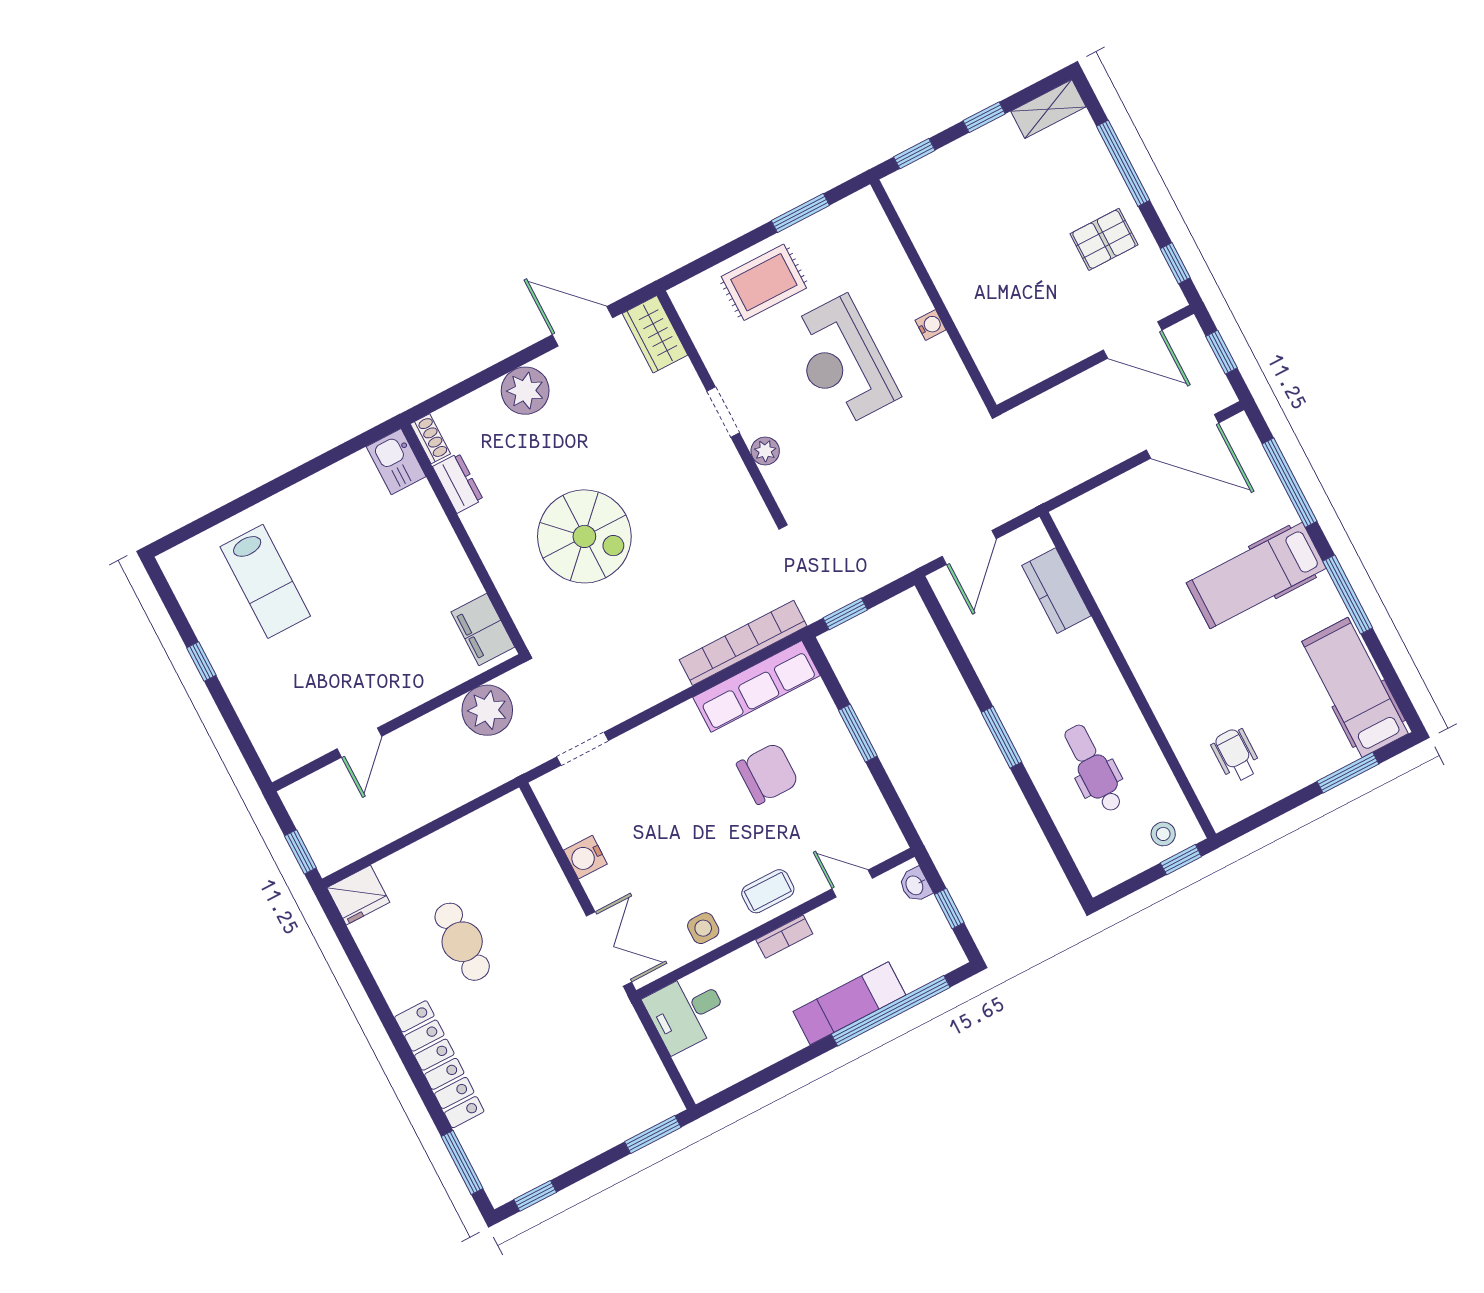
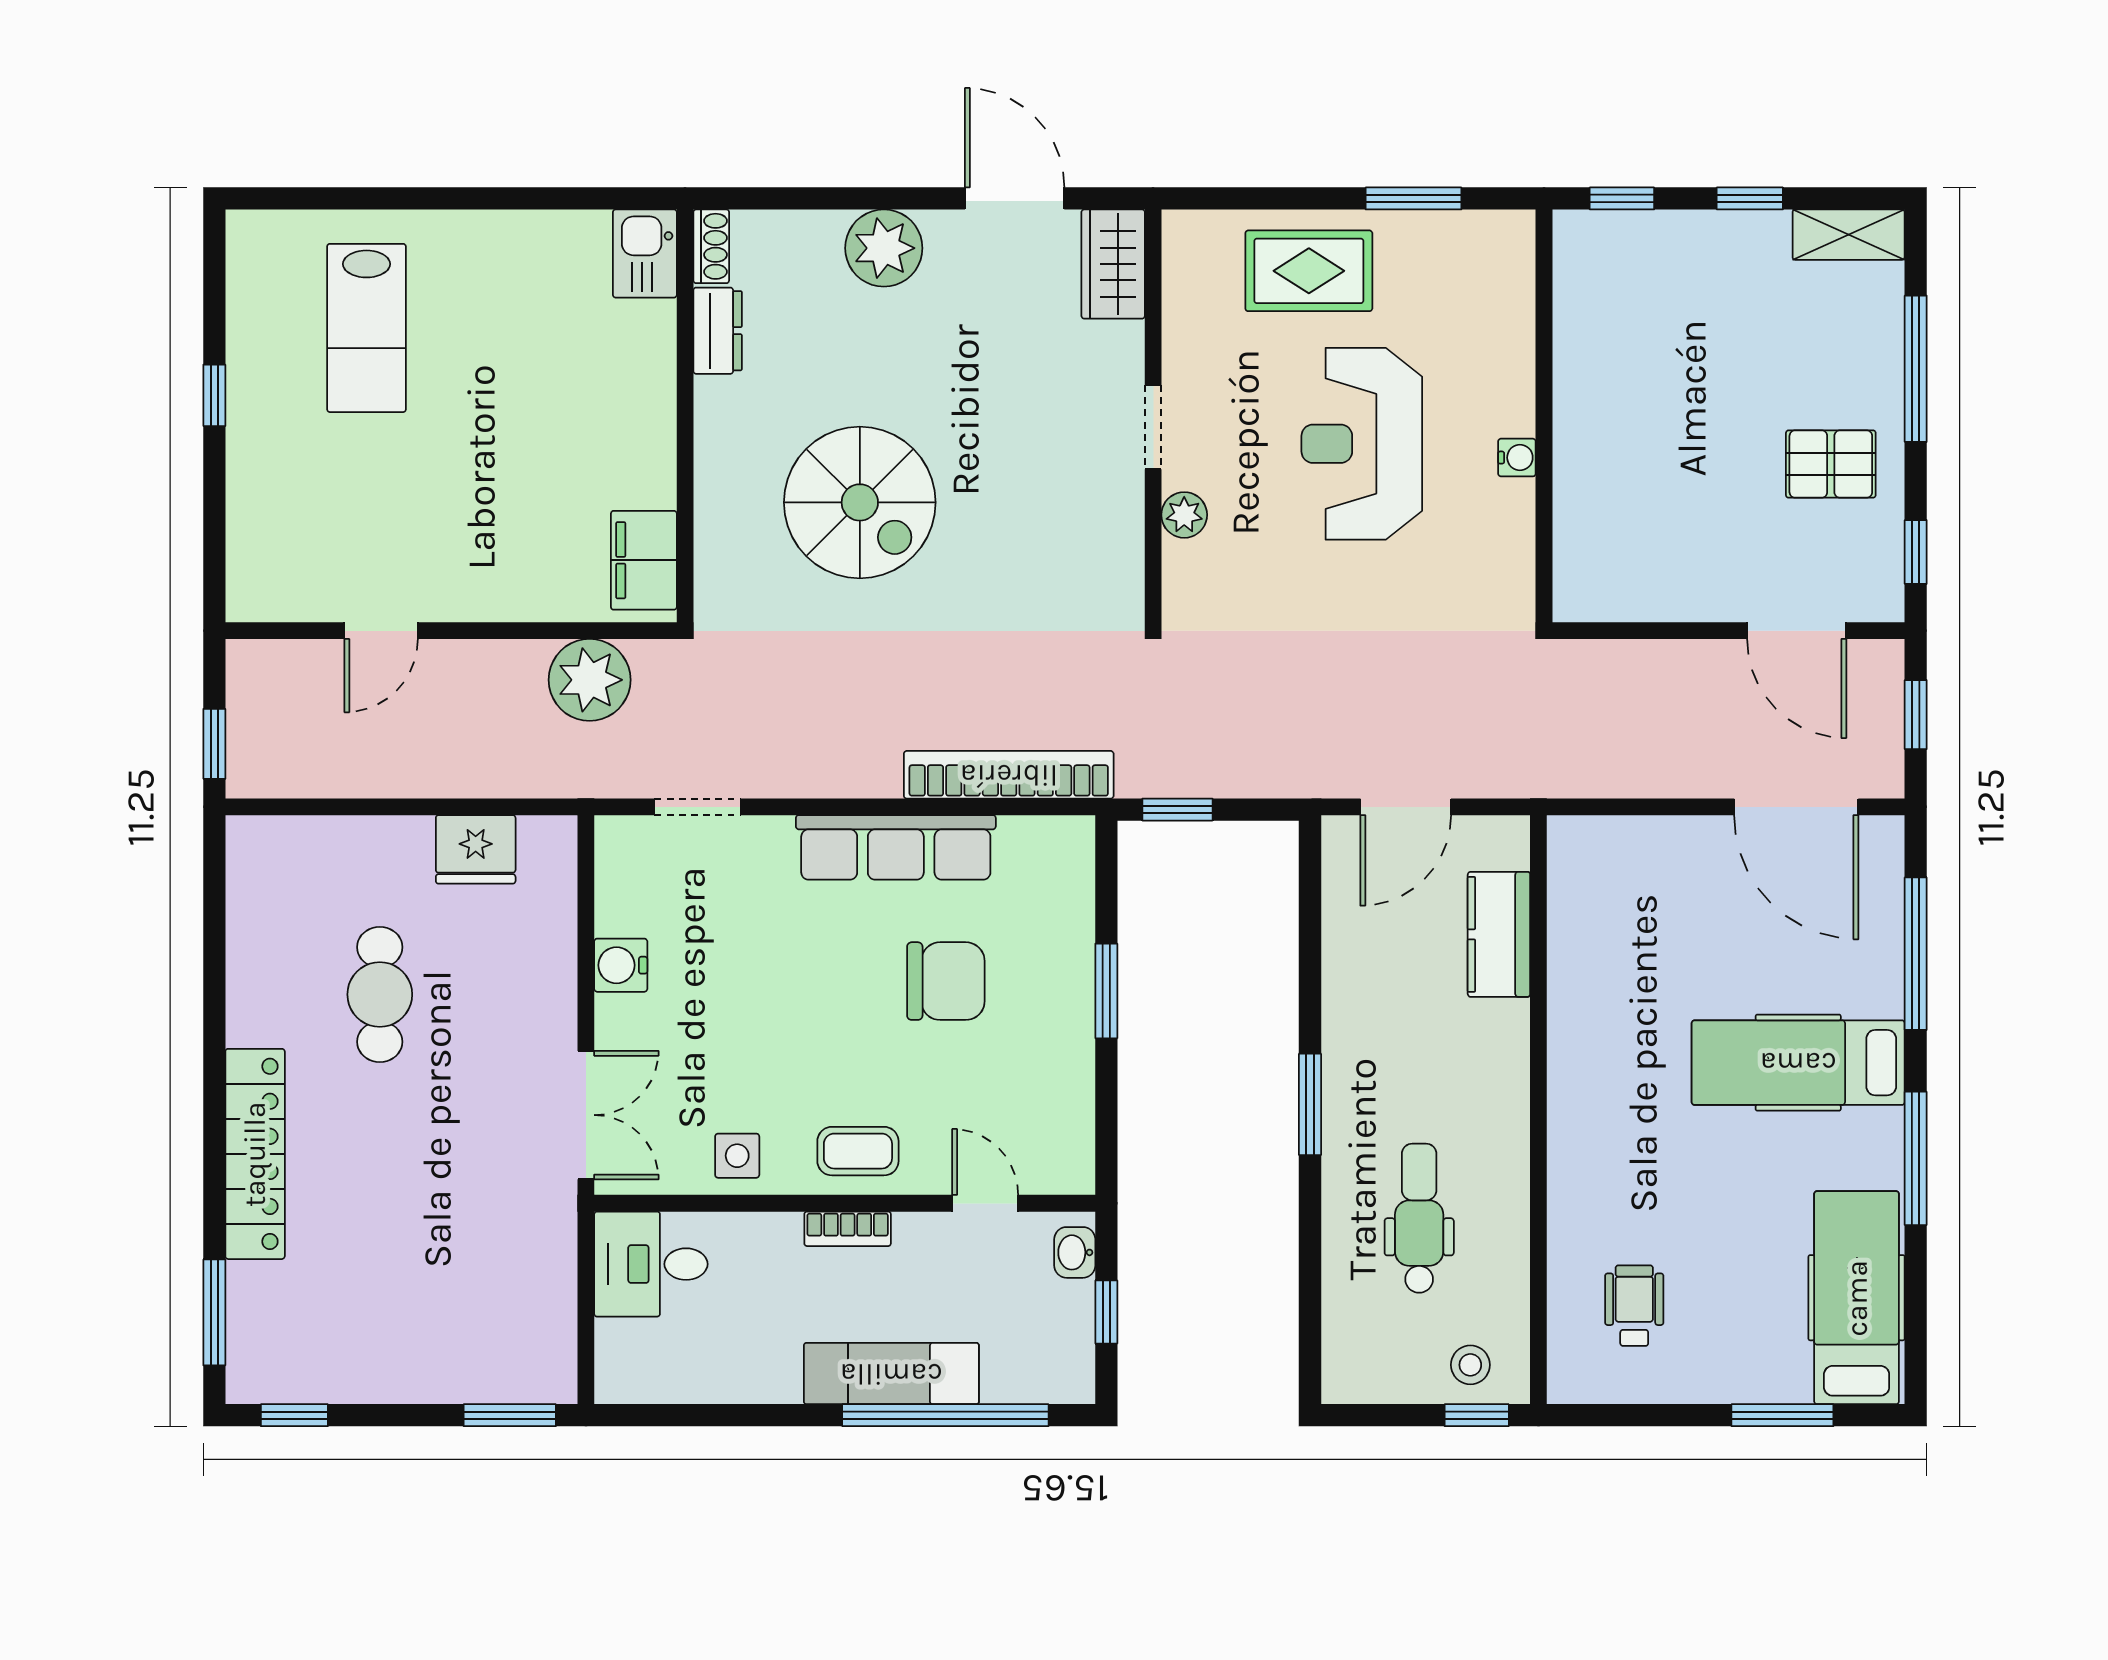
row of seats: (757, 686) -> (896, 847), moved
fridge: (358, 895) -> (476, 849), moved

